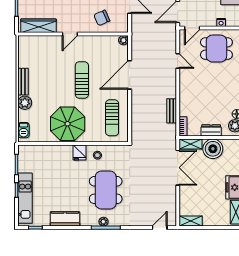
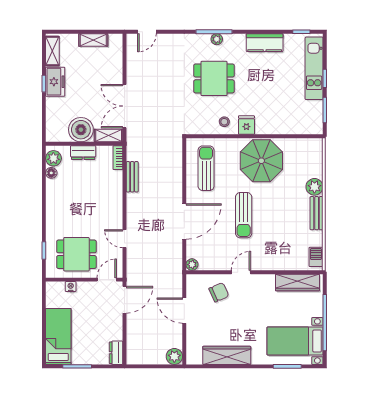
door: (70, 34) -> (241, 272), moved
barbecue: (24, 130) -> (316, 257), moved
dining table: (106, 190) -> (214, 78), width x0.73
shelving: (191, 221) -> (93, 40), moved

